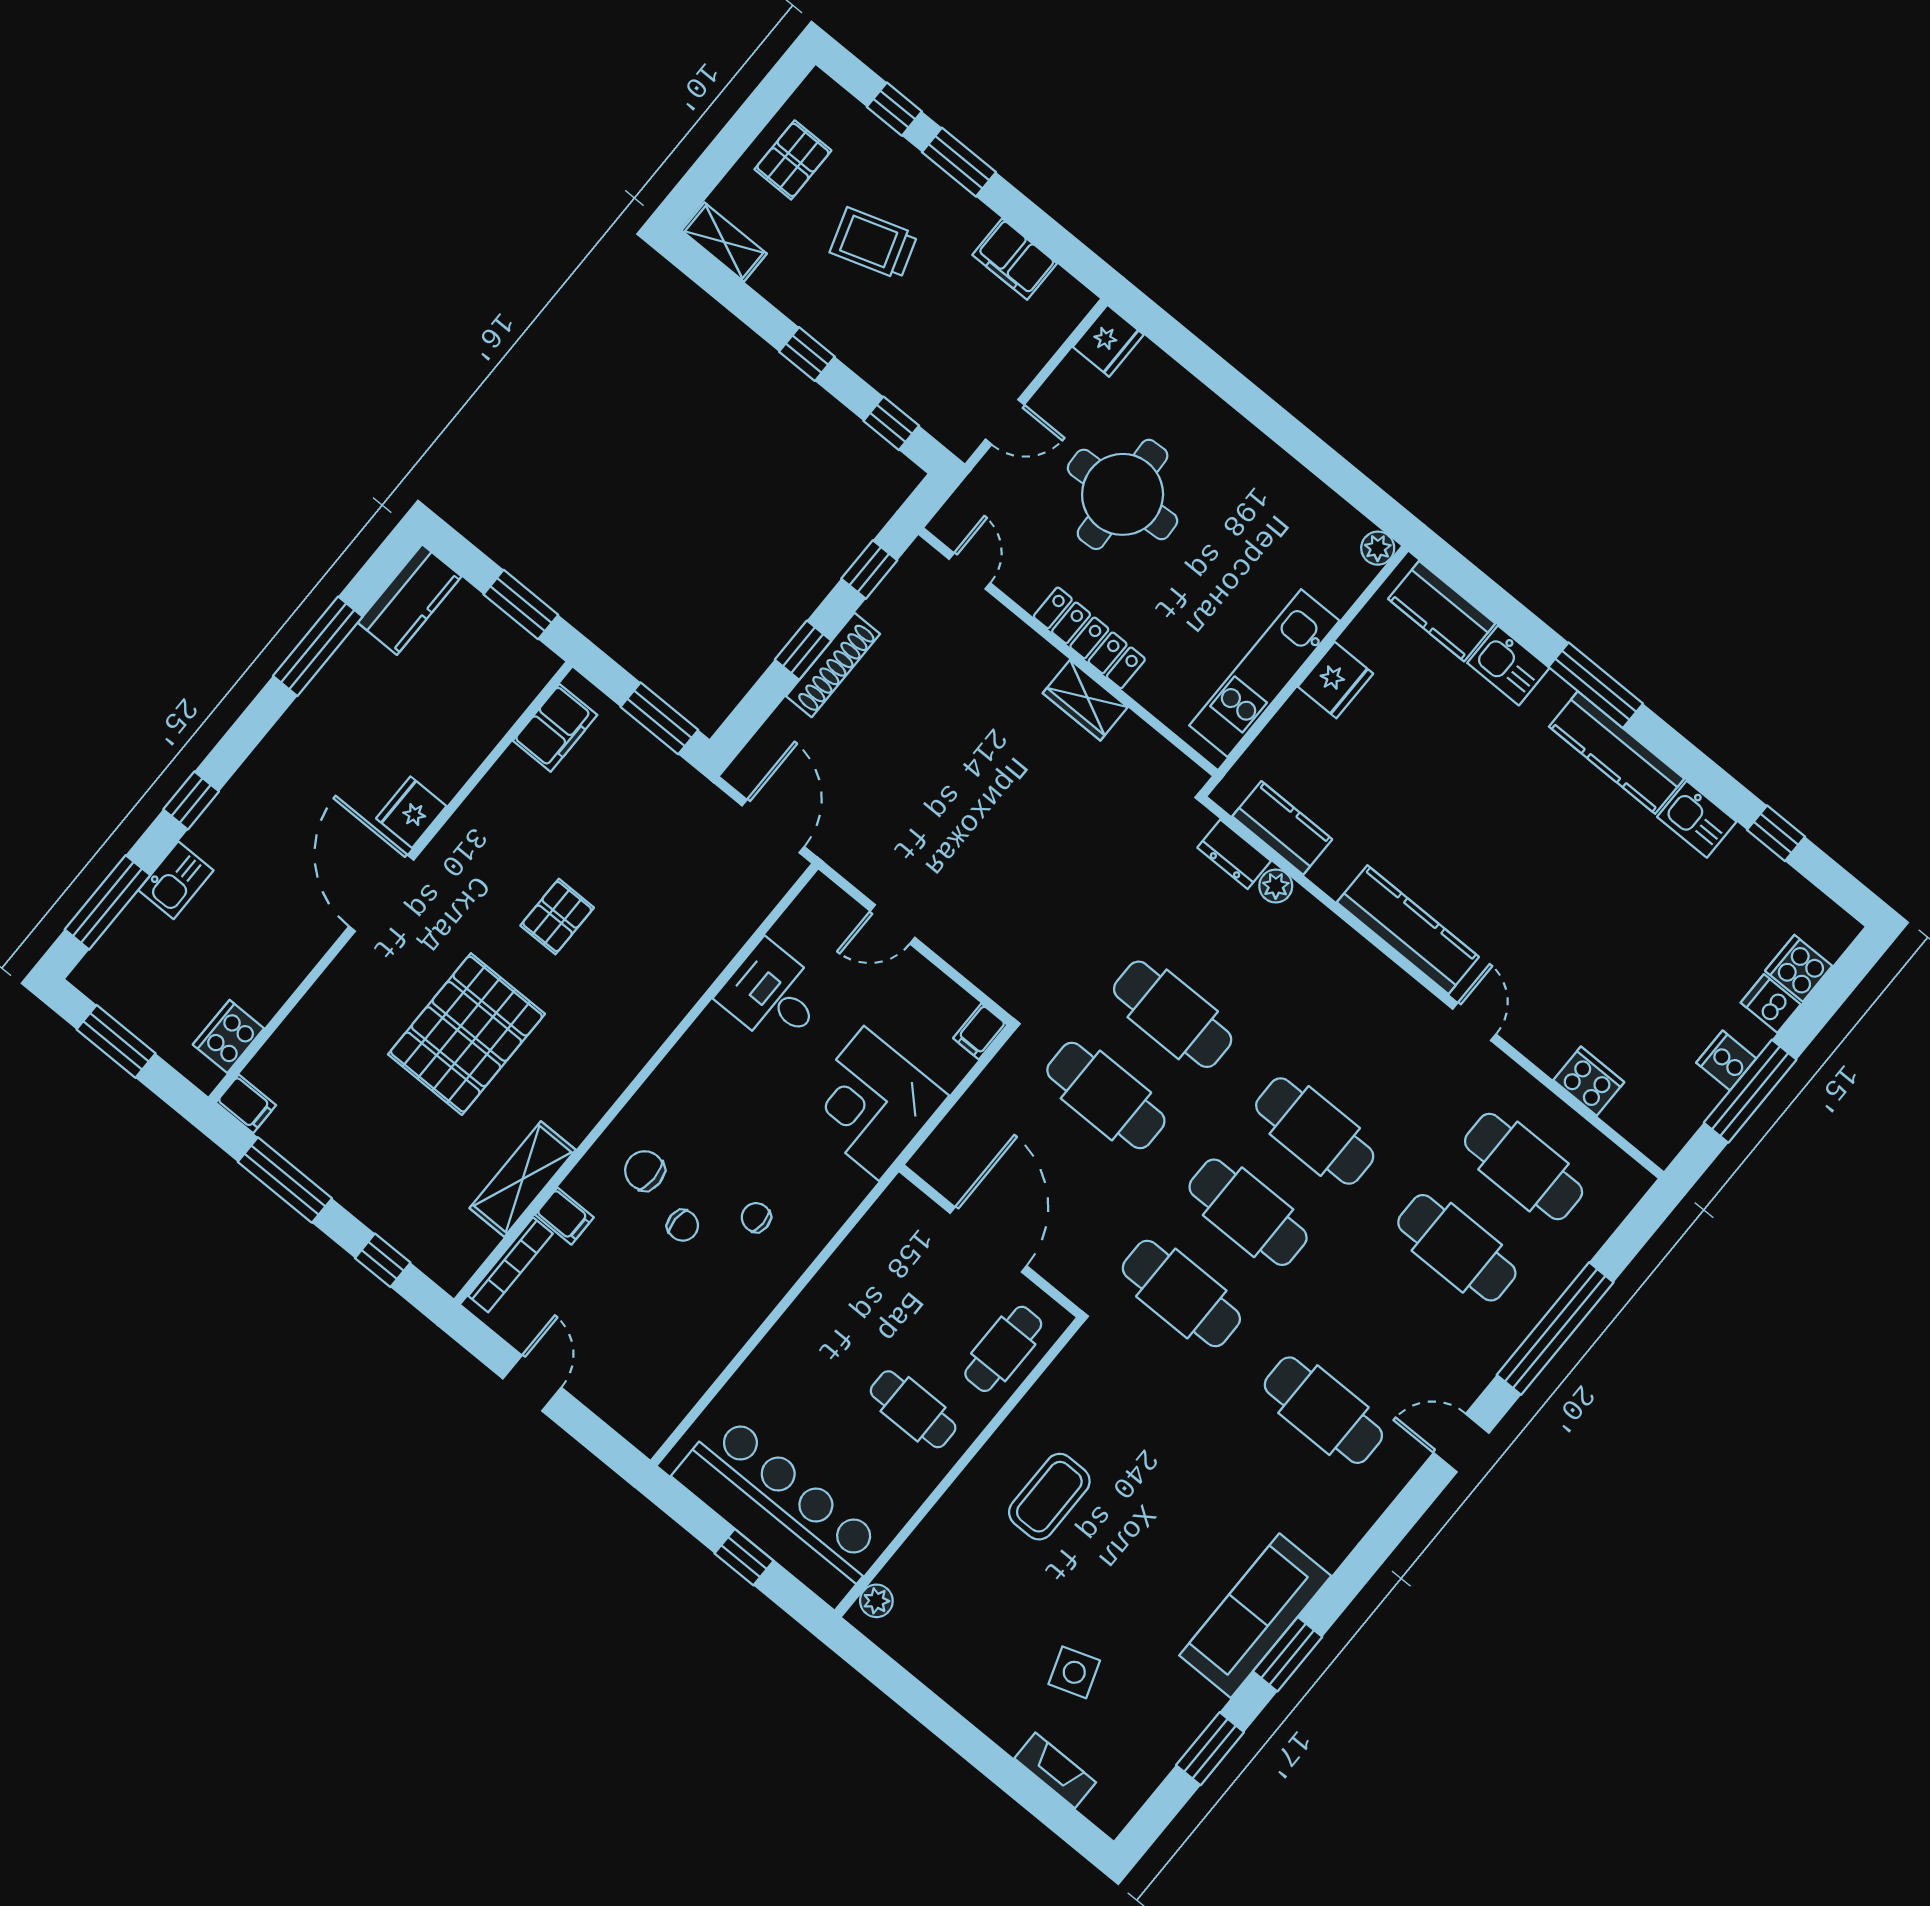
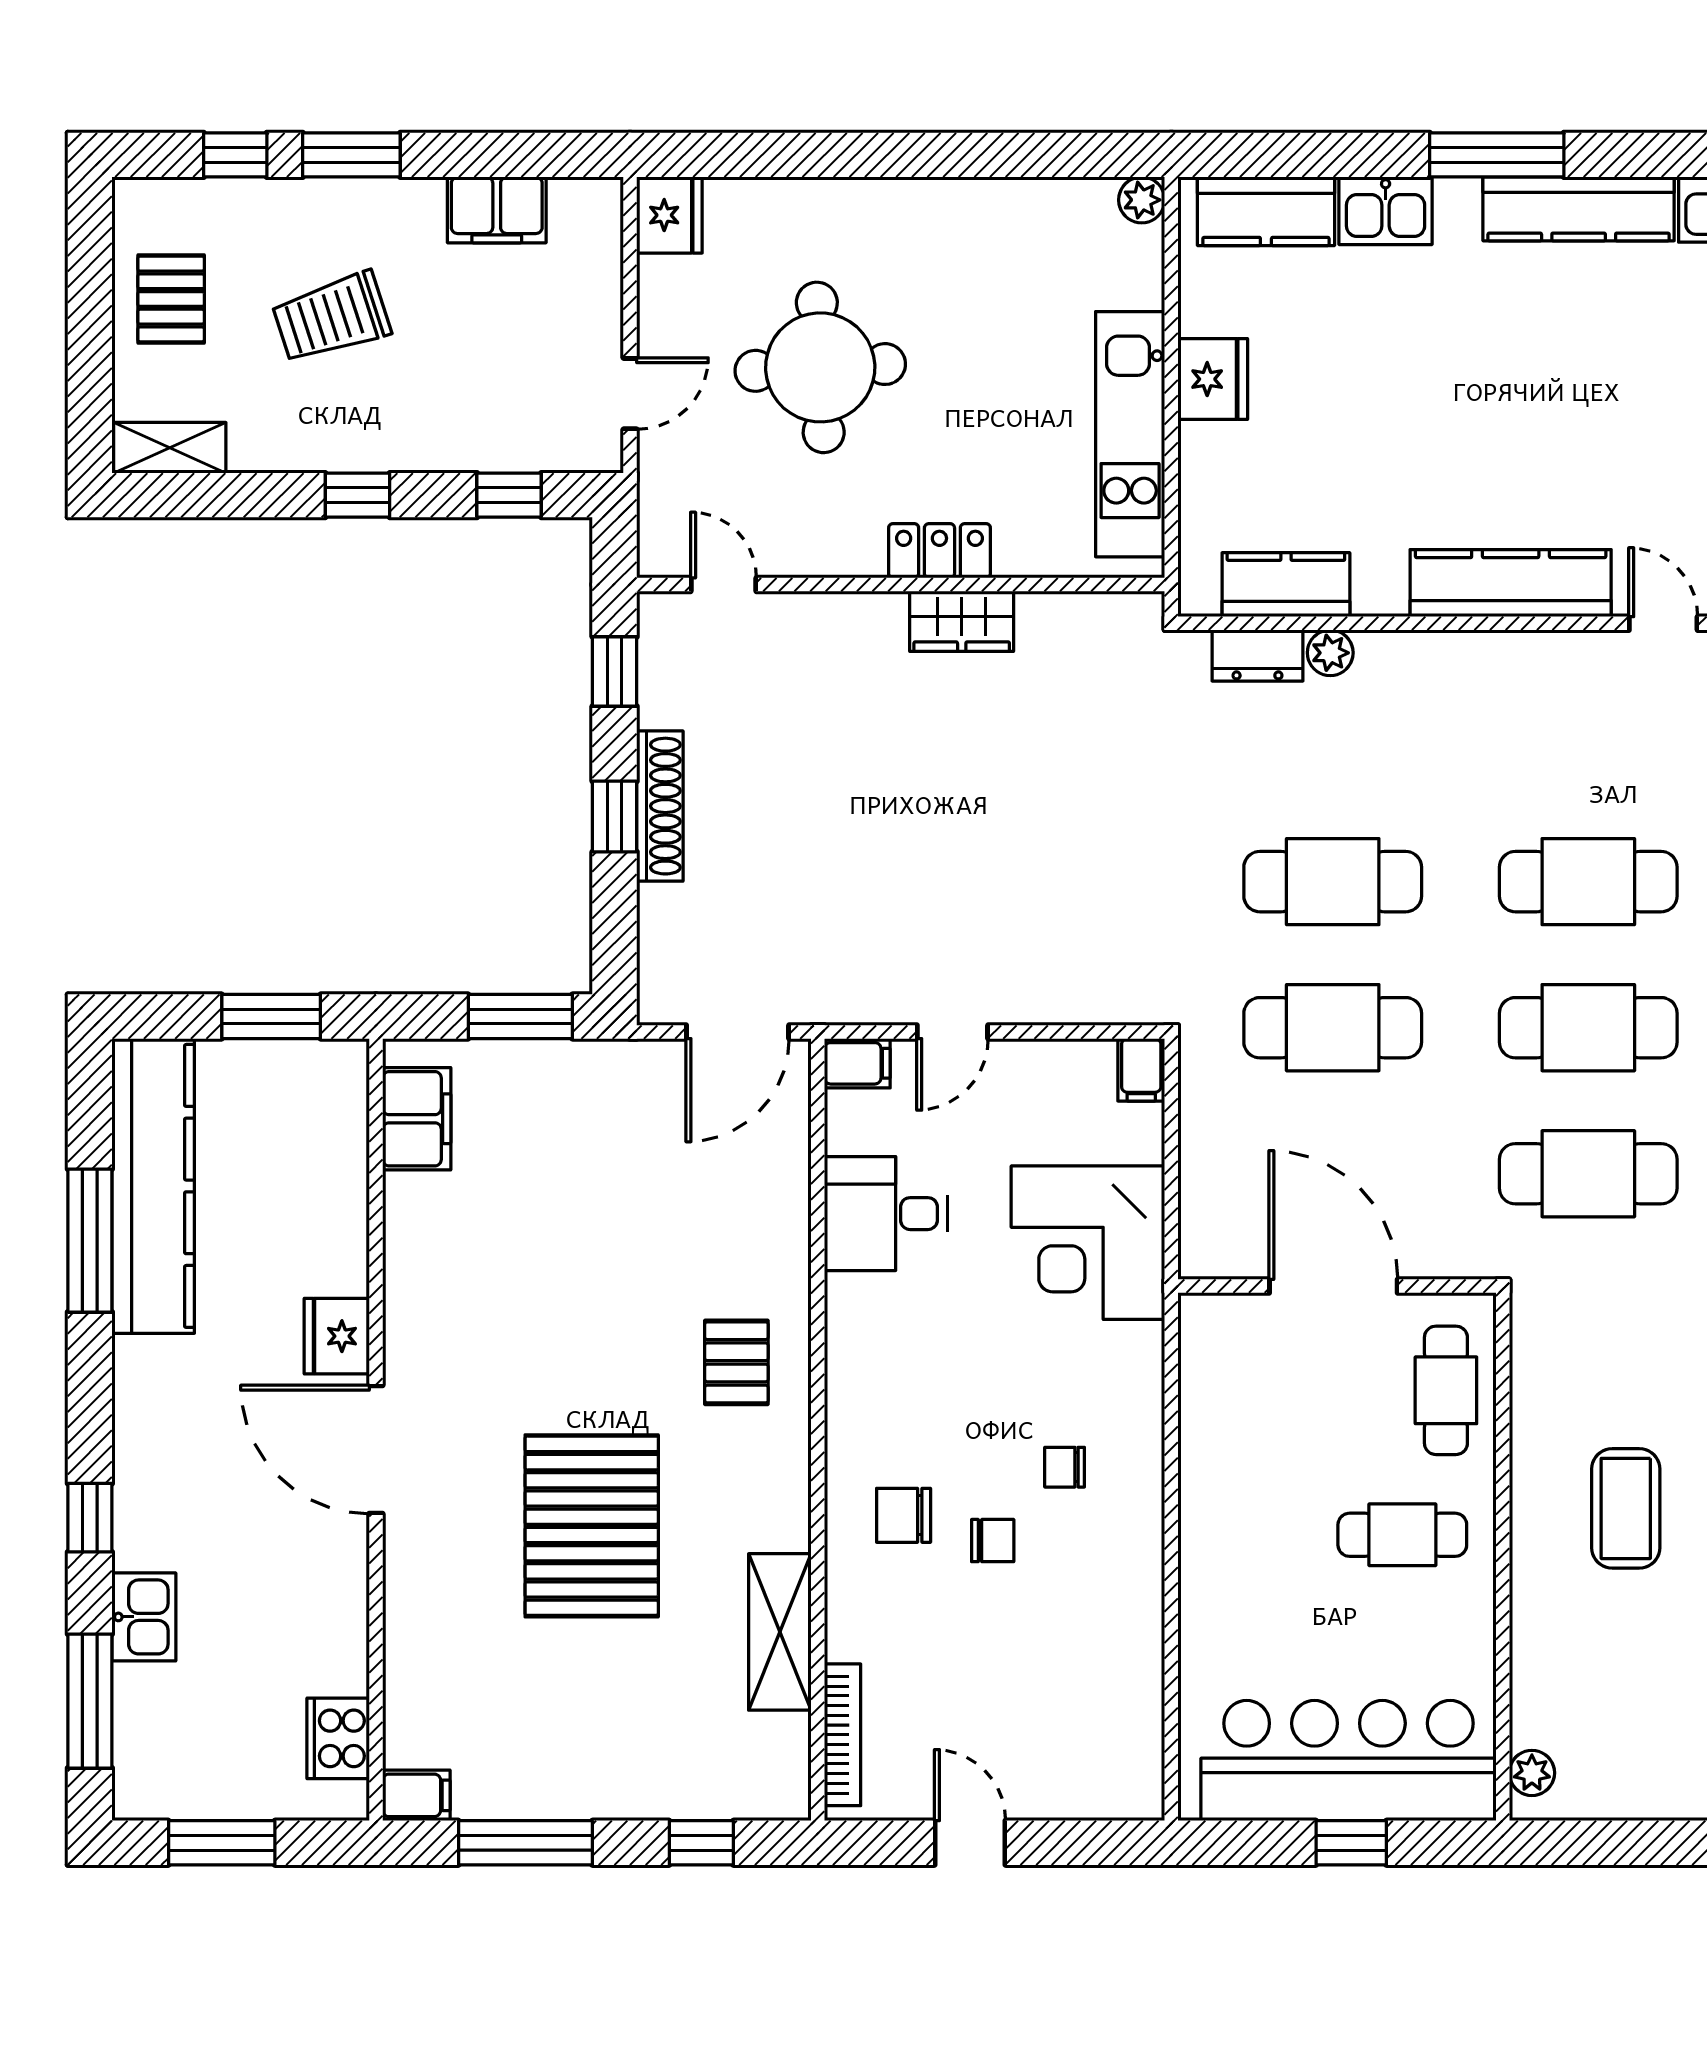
kitchen counter: (410, 600) -> (153, 1186), width x2.08, depth x1.17
locker: (1089, 638) -> (939, 551), width x0.66
door: (773, 826) -> (738, 1032), swing flipped
pallet: (557, 917) -> (736, 1362), moved
filing cabinet: (564, 1216) -> (857, 1063), moved

